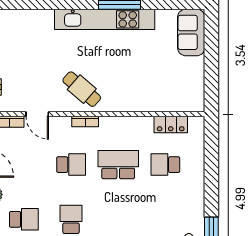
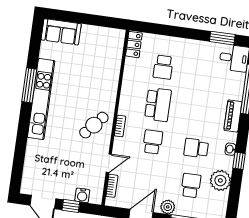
locker: (171, 125) -> (134, 45), moved
school desk: (118, 165) -> (158, 105), turned 180

